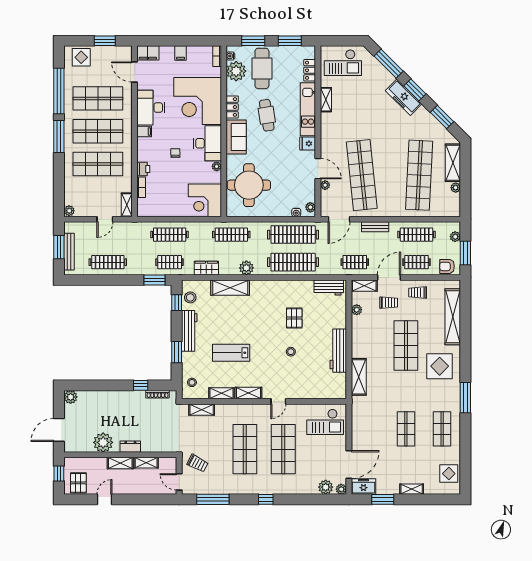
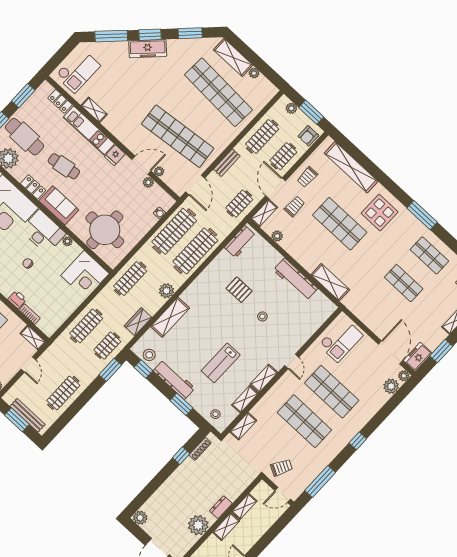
plant: (310, 207) -> (148, 182), moved

